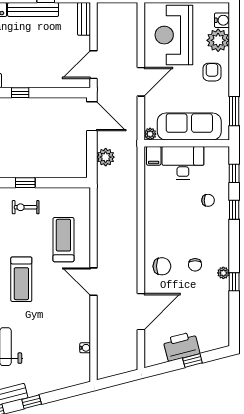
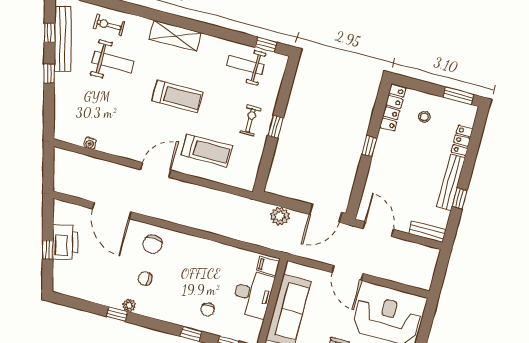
plant: (150, 134) -> (291, 268), removed
treadmill: (21, 279) -> (178, 97), turned 180

